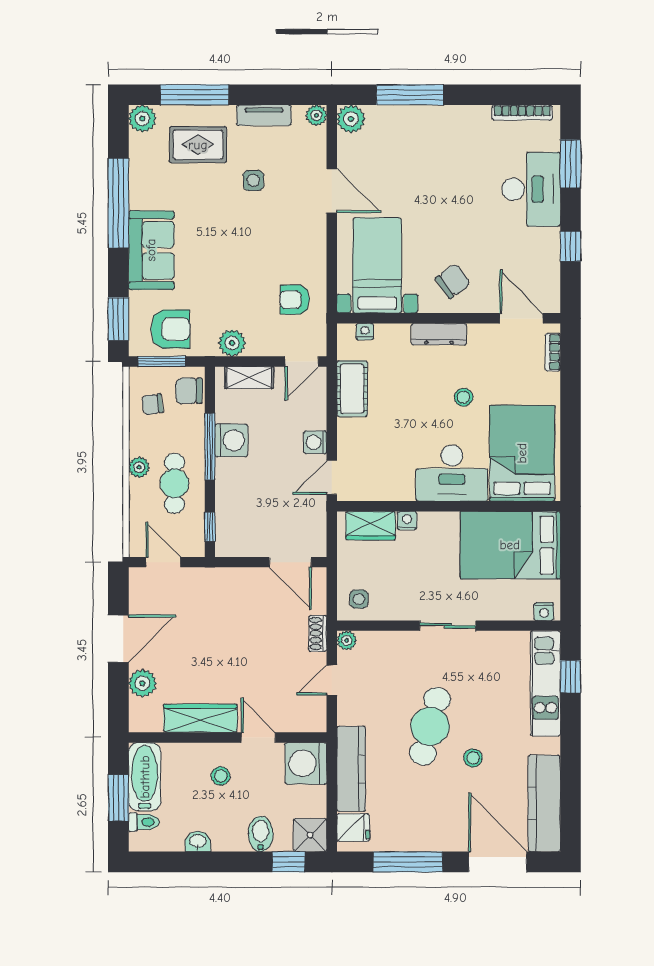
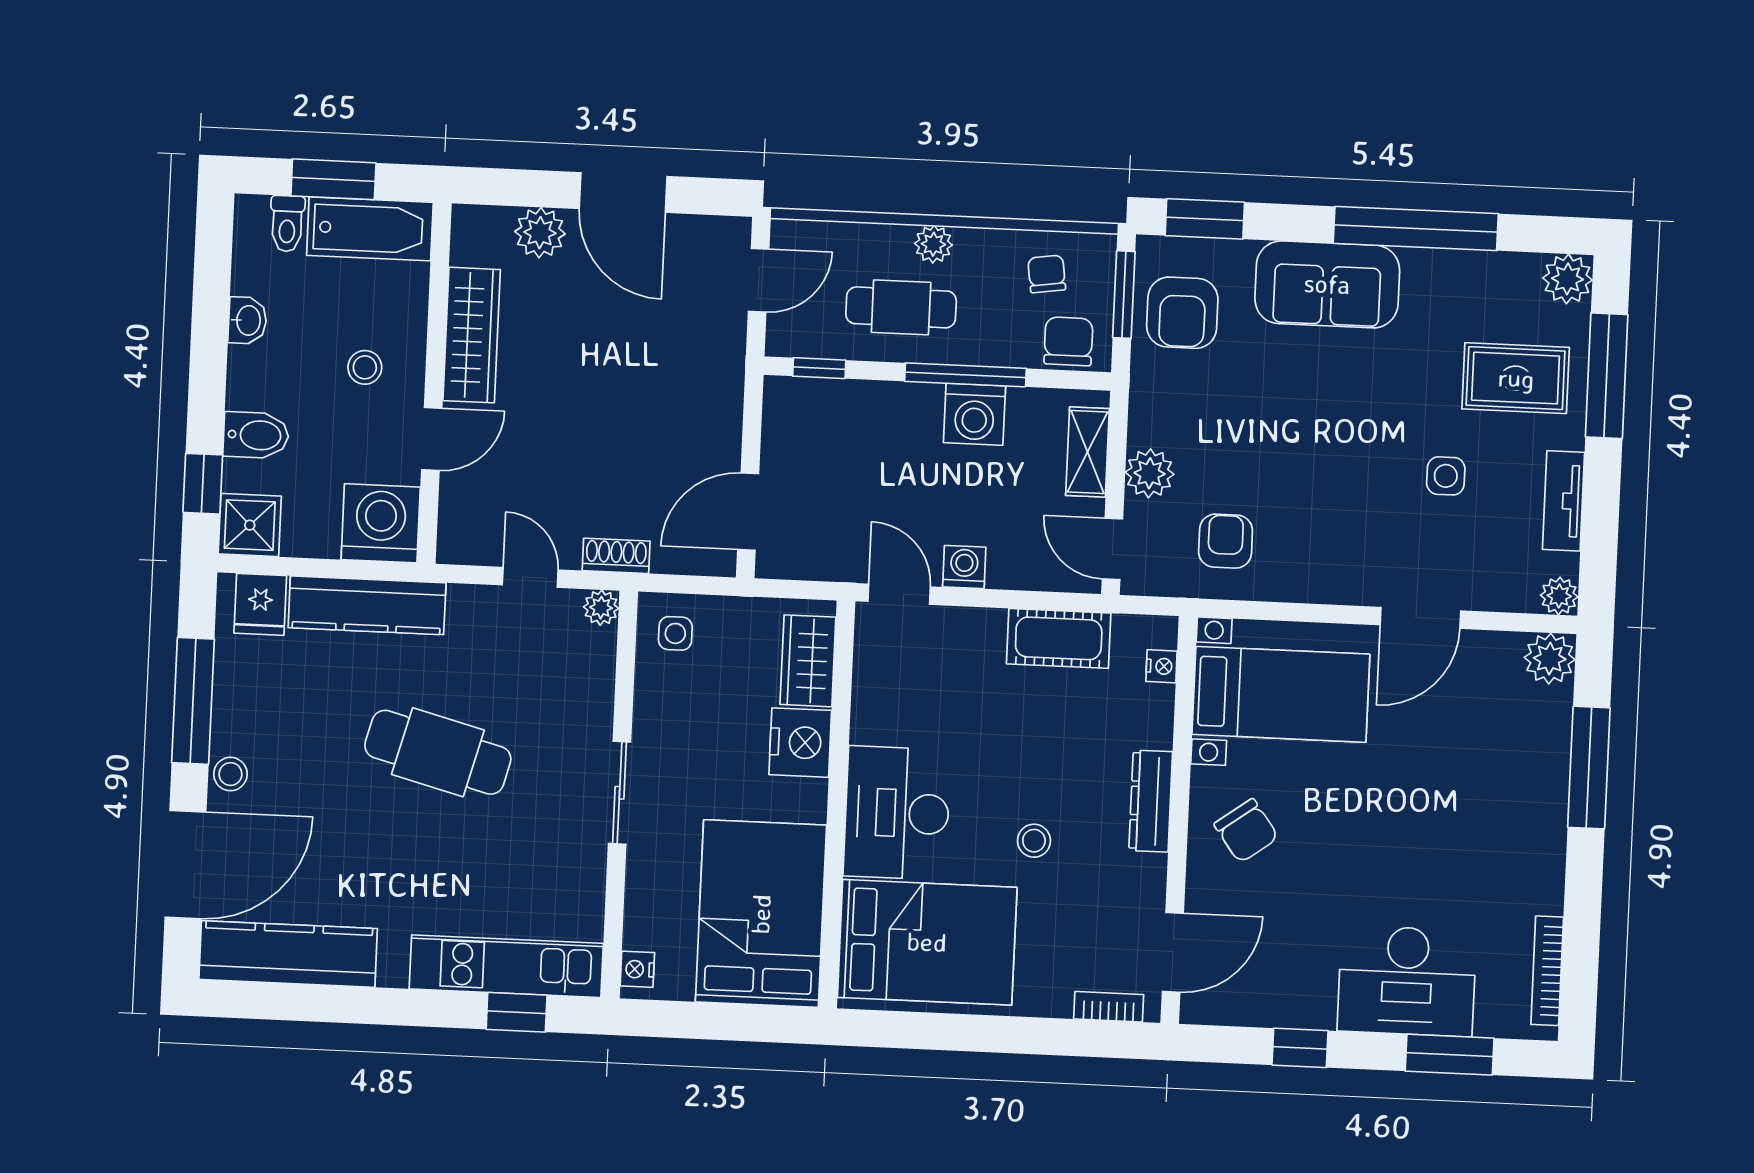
rug: (198, 145) -> (1516, 378), turned 90
plant: (232, 343) -> (1150, 473), moved
nightstand: (407, 521) -> (800, 743), width x1.89, depth x1.79
stool: (473, 758) -> (230, 774), moved

